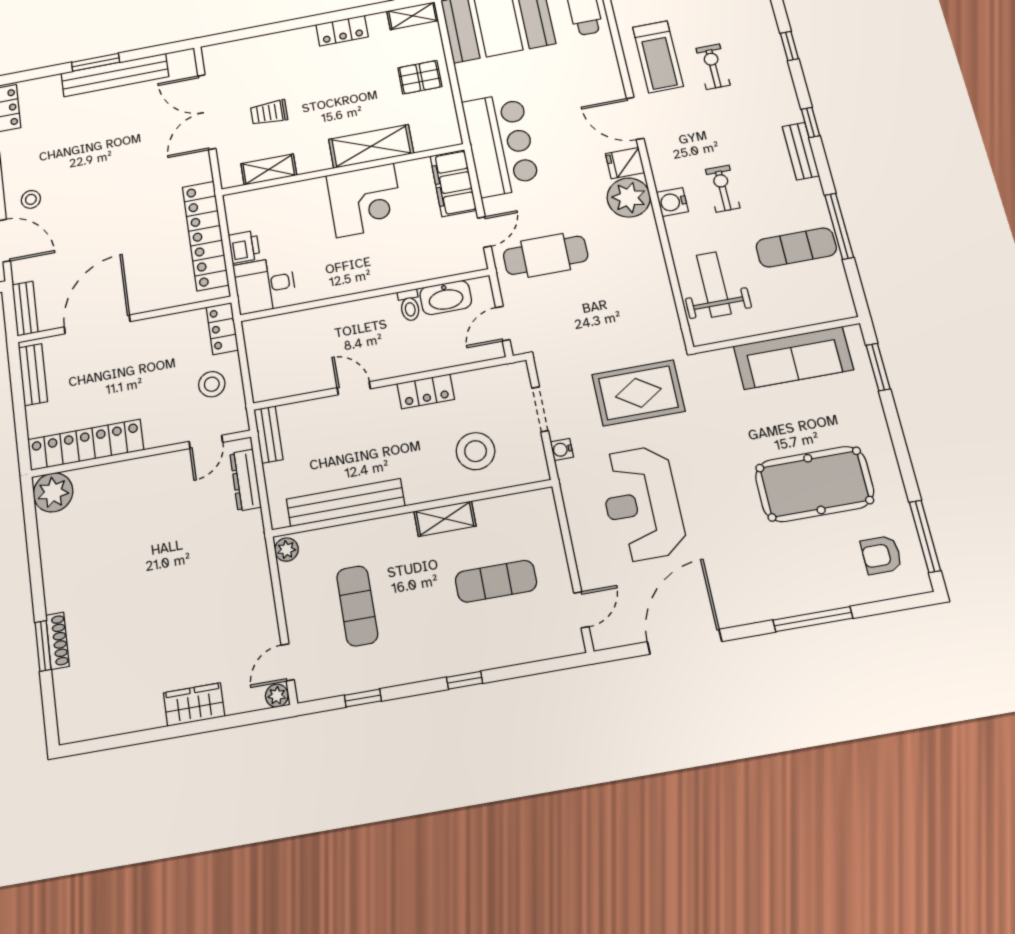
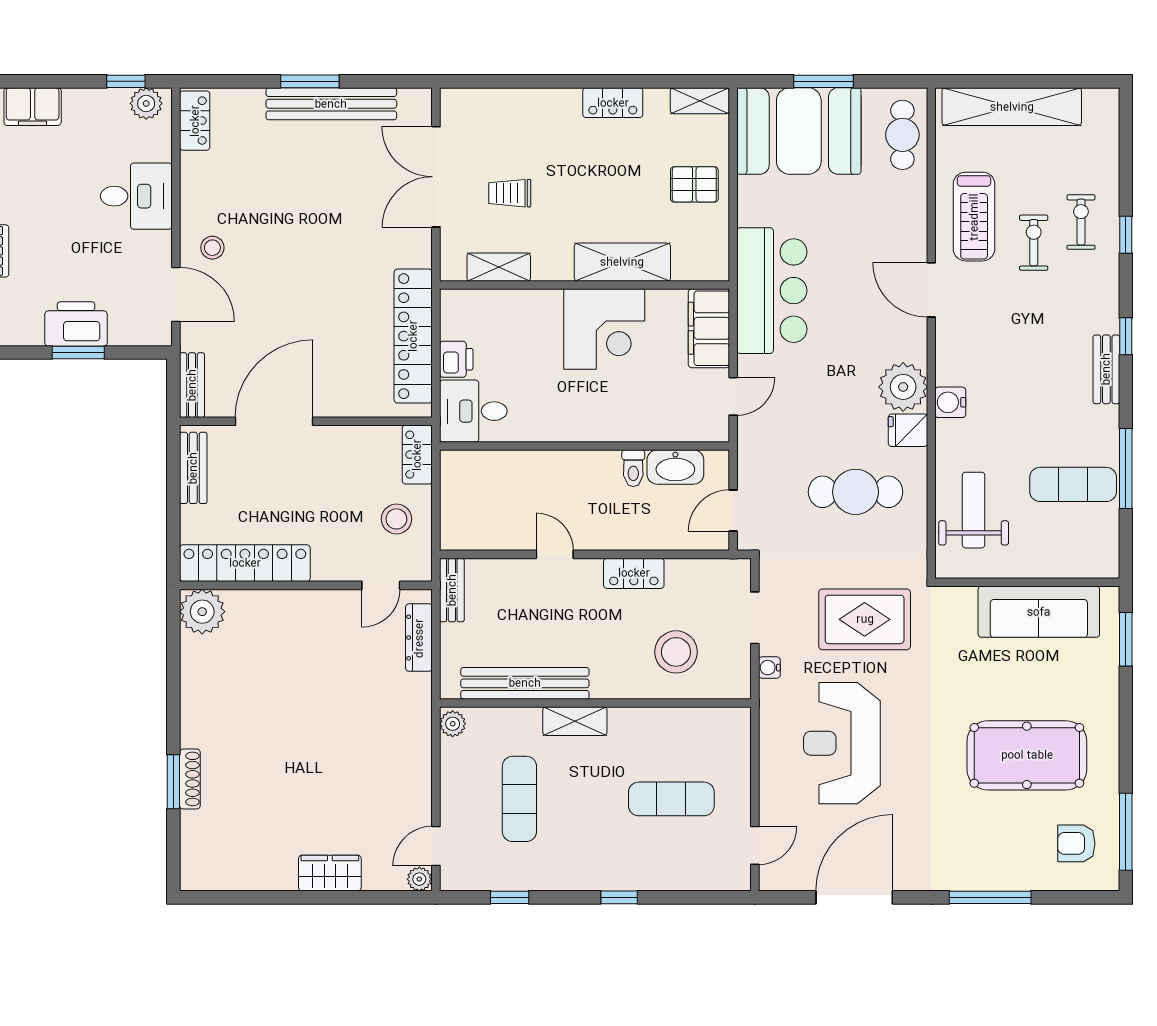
fridge: (625, 163) -> (908, 430), moved
exercise bike: (723, 189) -> (1081, 222), moved
cafe table: (546, 255) -> (856, 492), moved
shelving: (445, 519) -> (575, 721), moved

